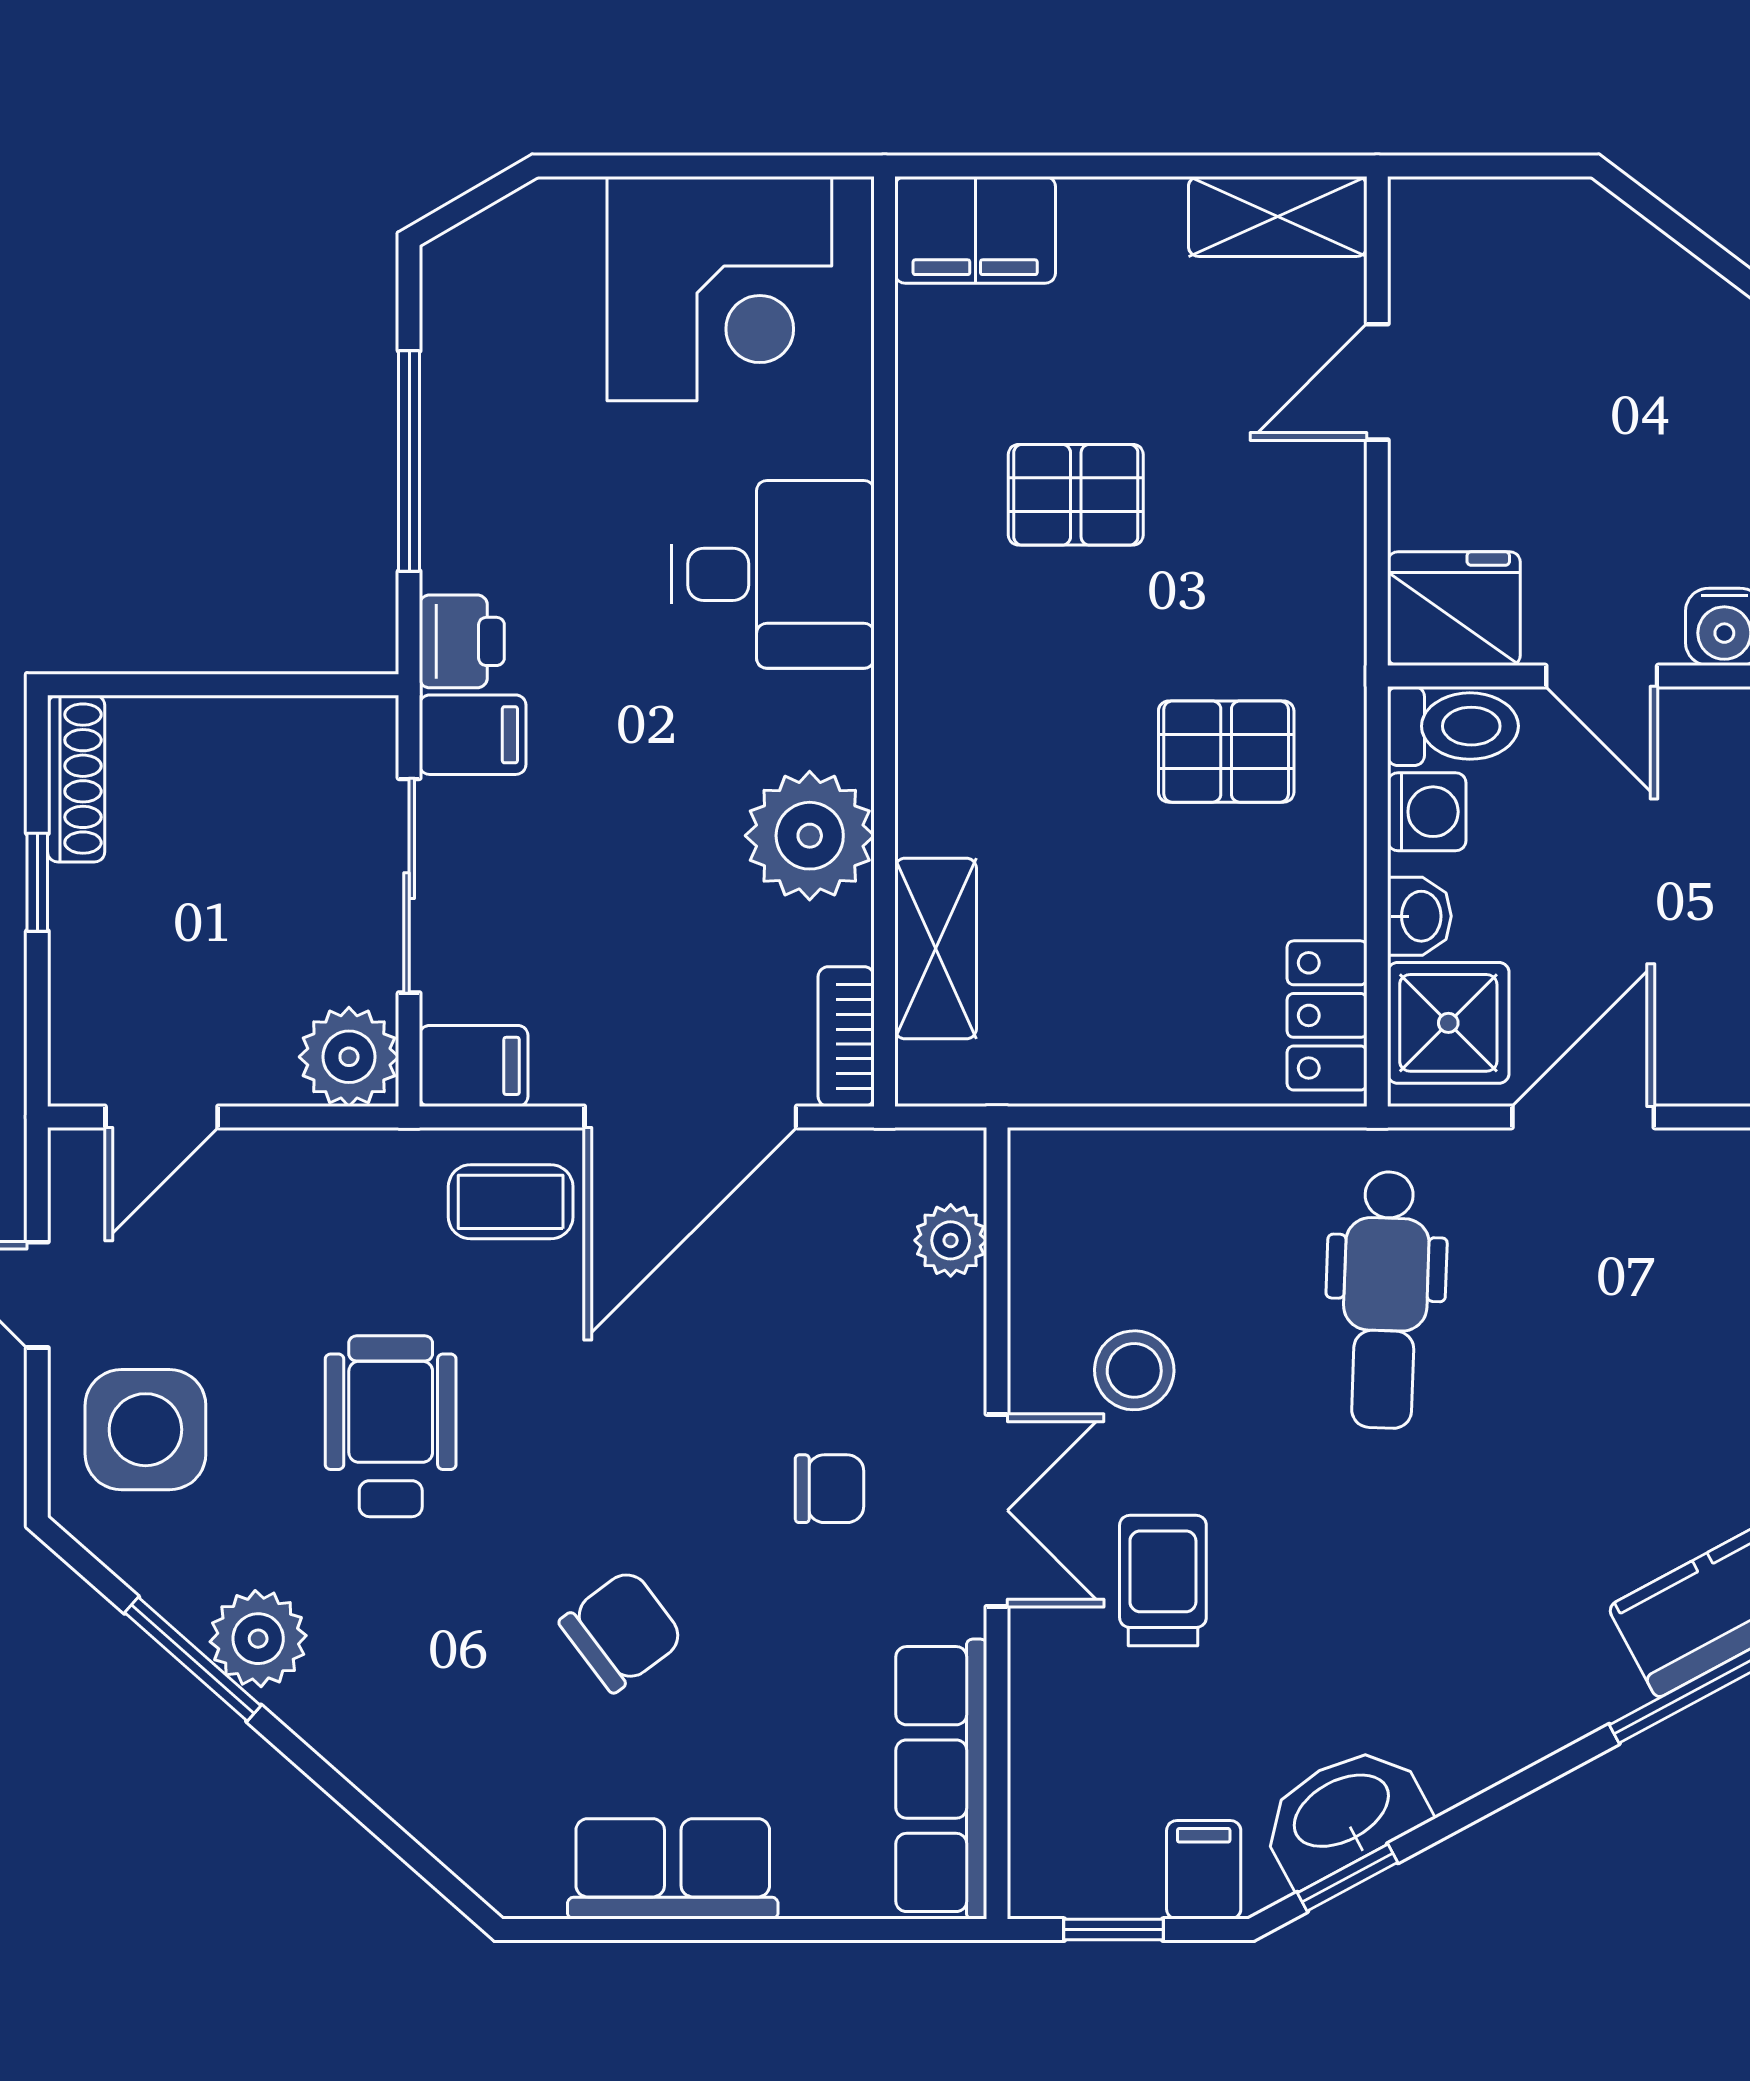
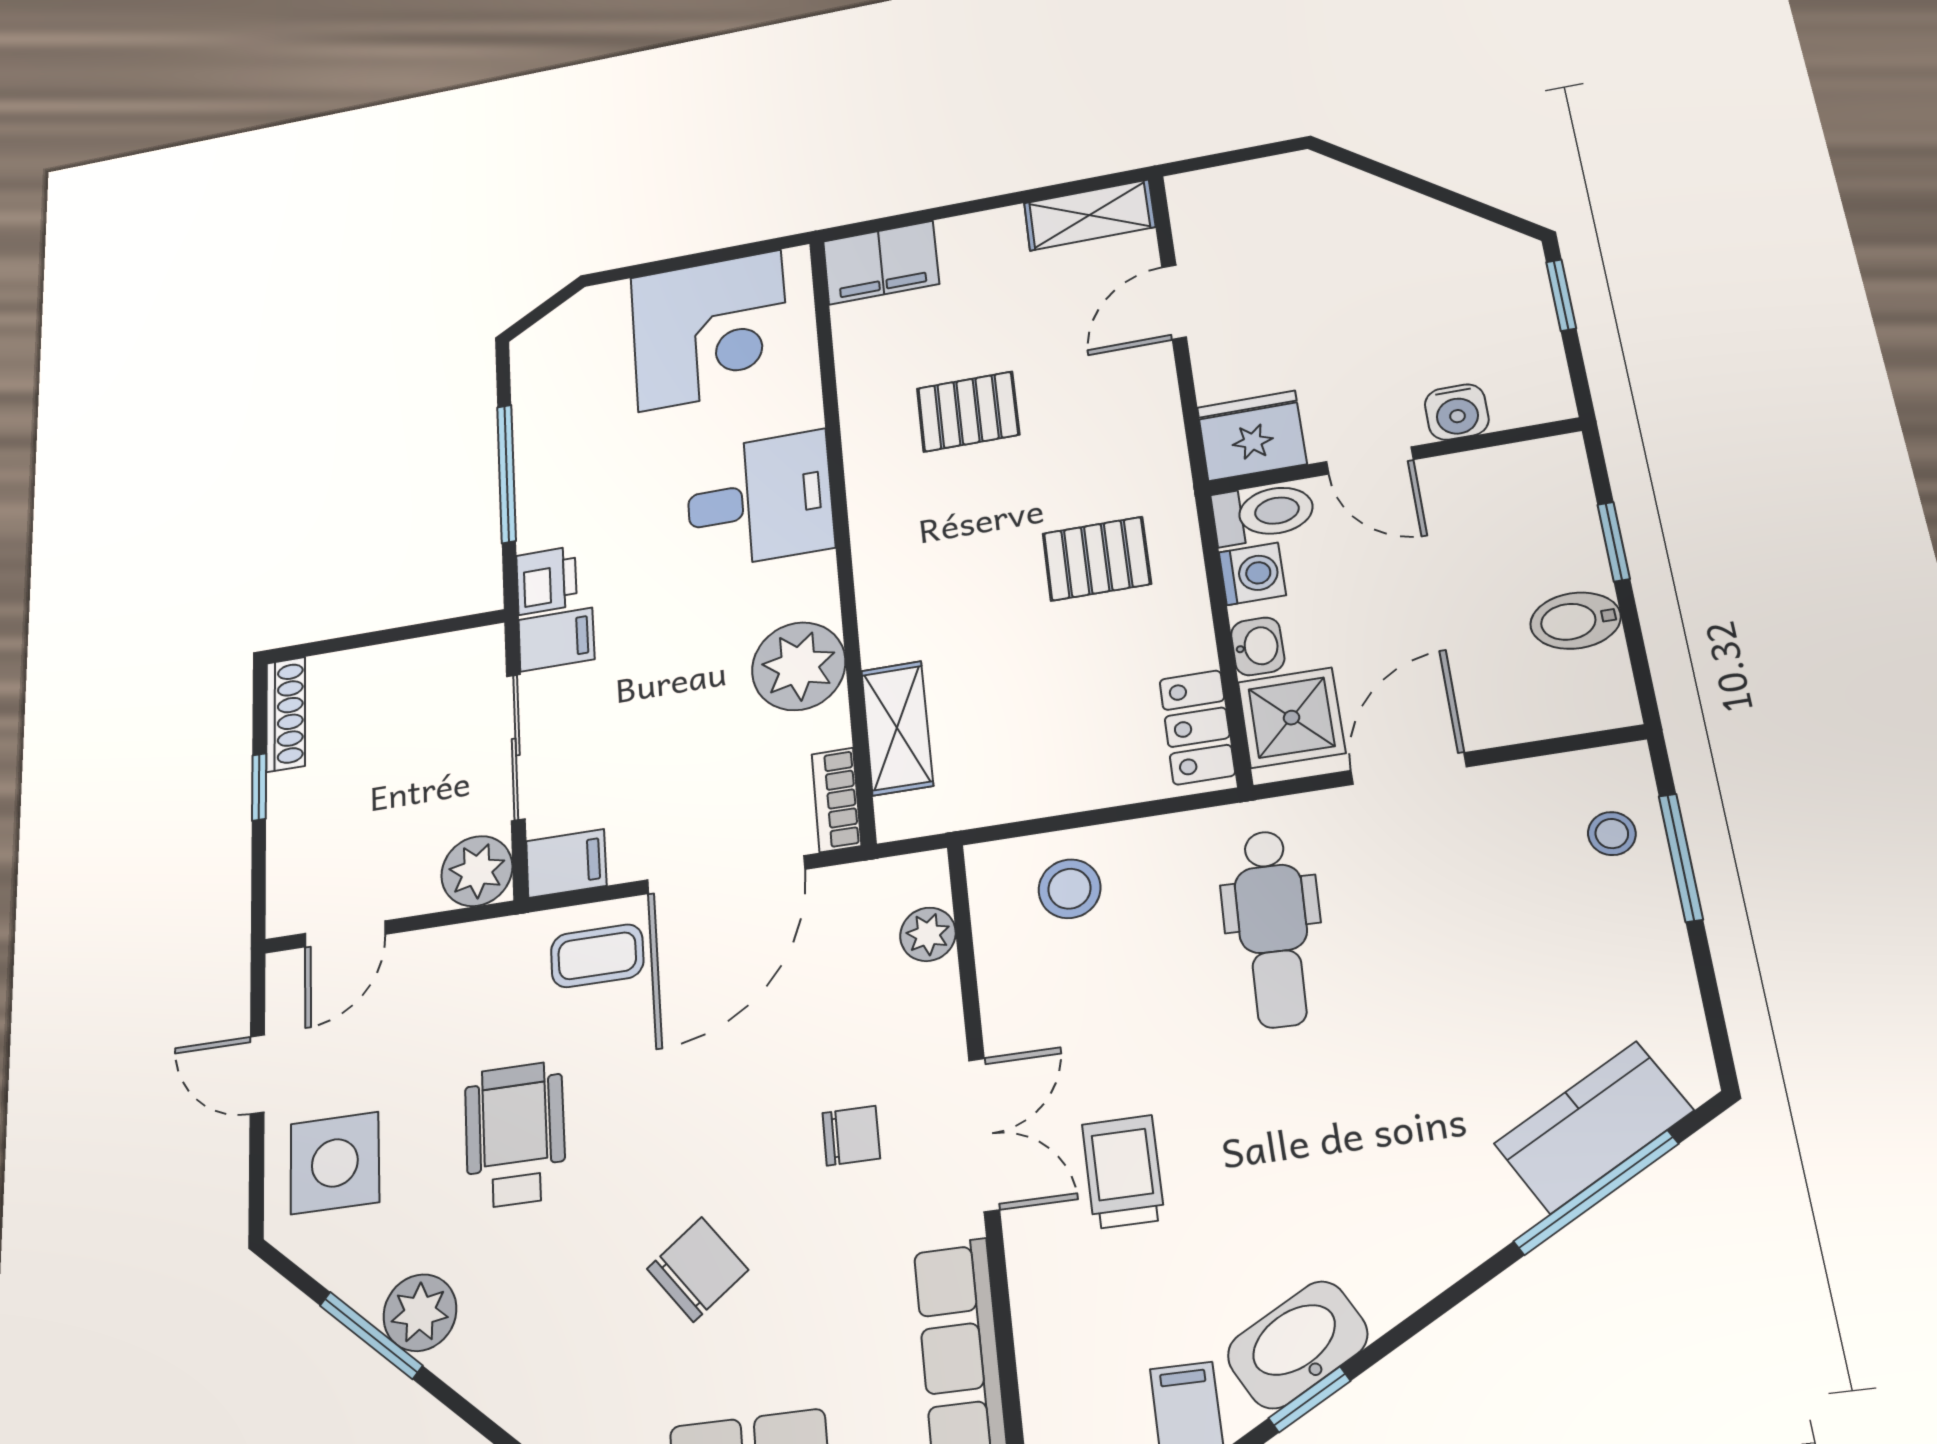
stool: (1134, 1370) -> (1069, 889), moved

